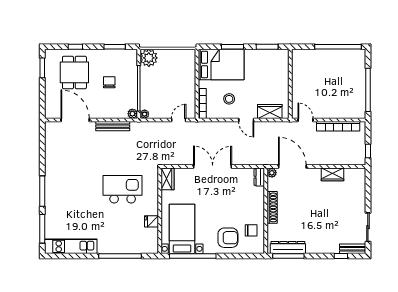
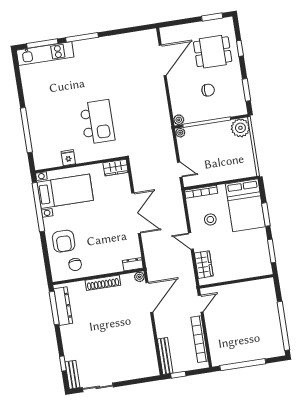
door: (246, 120) -> (191, 241), hinge flipped
bench: (113, 126) -> (165, 356), moved
wardrobe: (332, 174) -> (148, 341), removed
kitchen unit: (71, 246) -> (45, 54), moved, turned 90

